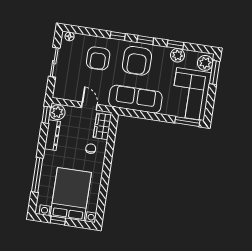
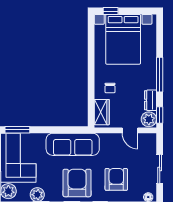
door: (89, 106) -> (130, 130), moved
dresser: (52, 135) -> (150, 100), width x0.70
window: (37, 175) -> (160, 75), moved
window: (58, 221) -> (111, 11), moved

